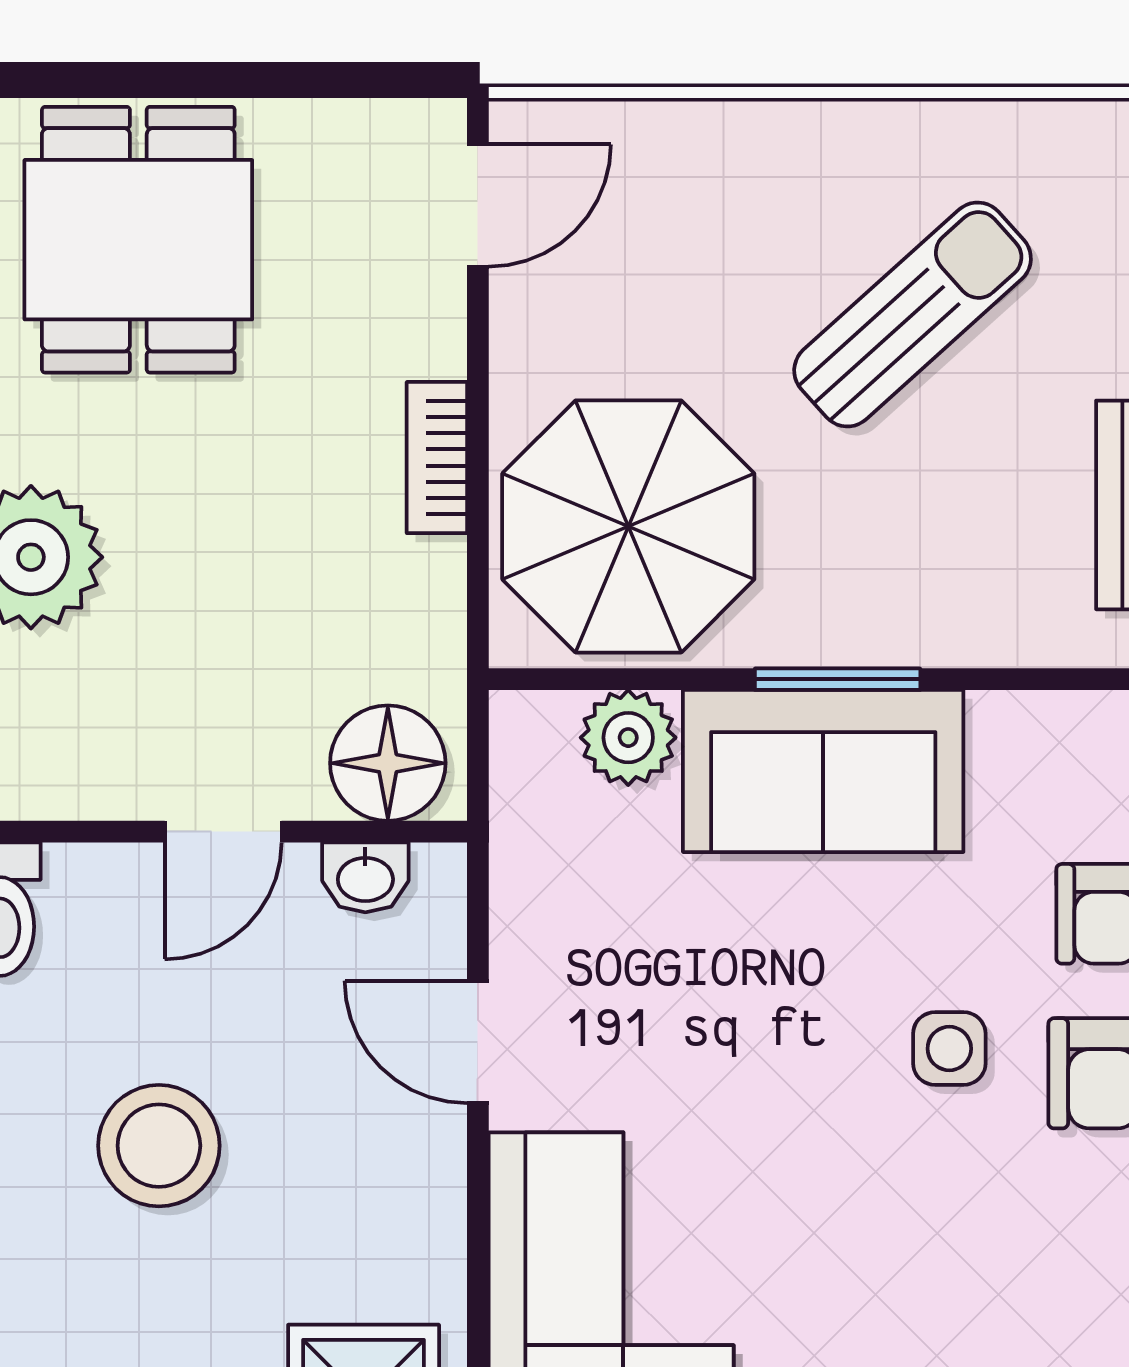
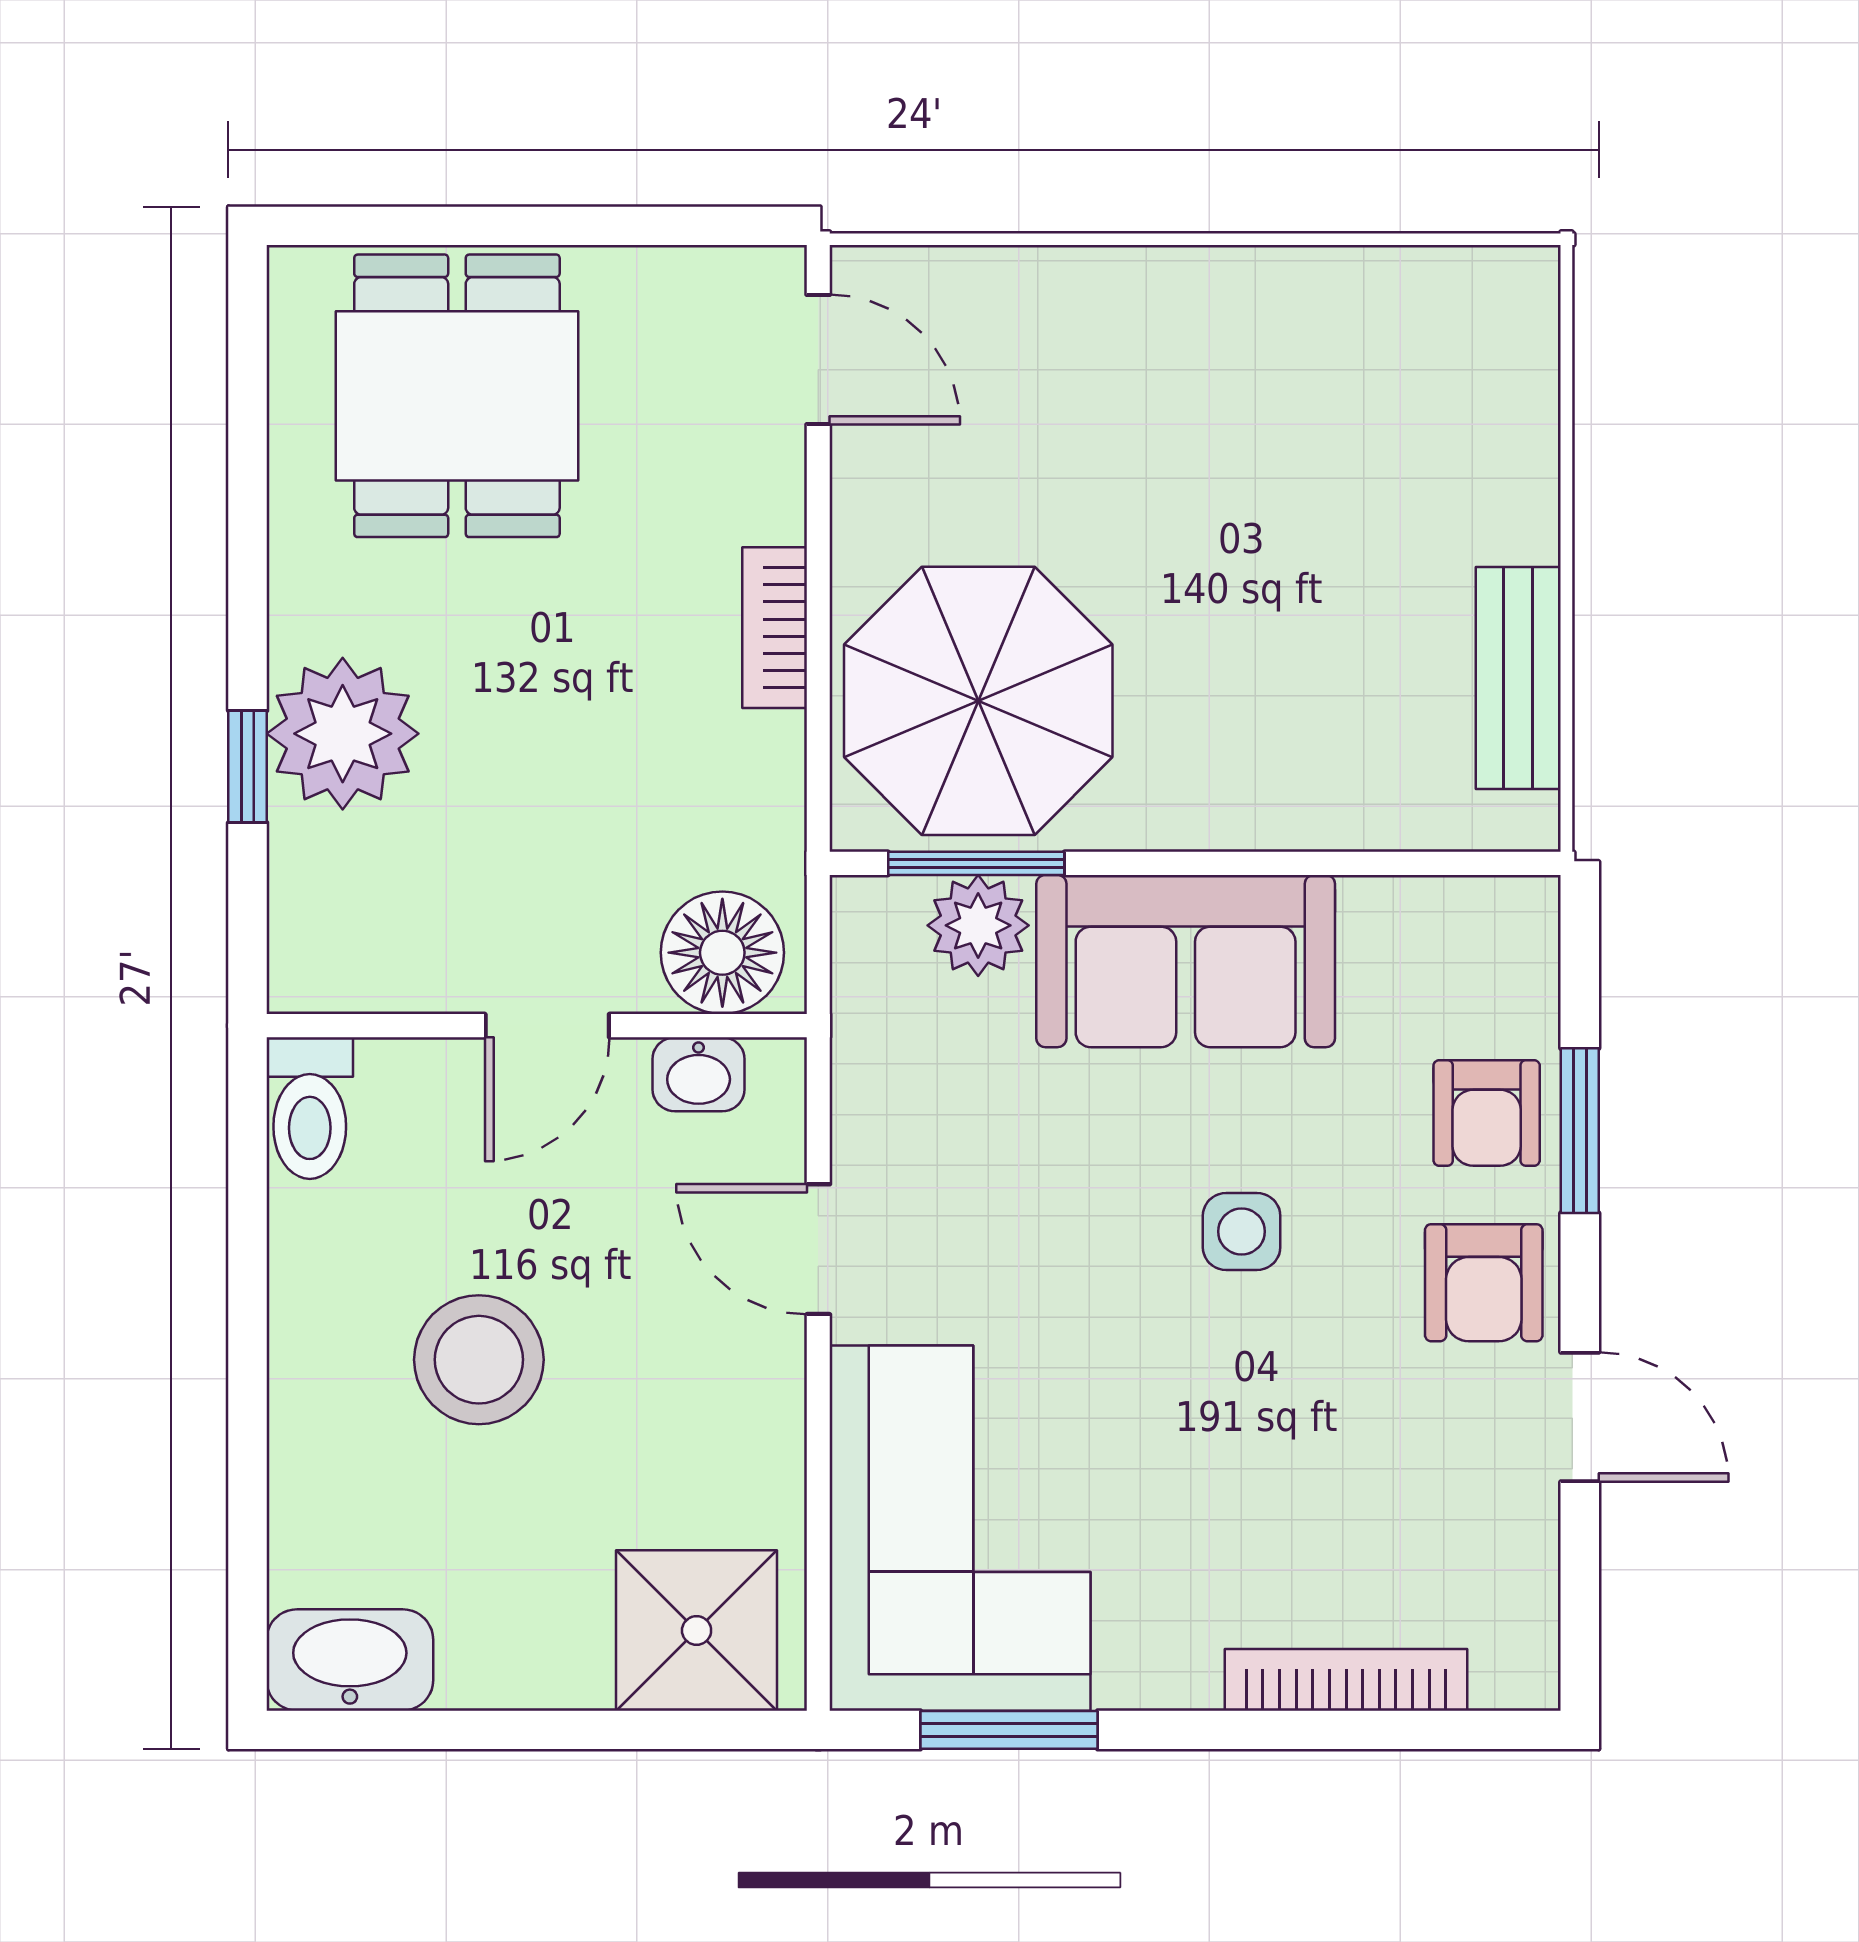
door: (478, 206) -> (818, 360), hinge flipped
sun lounger: (913, 314) -> (1281, 475), removed
window: (838, 679) -> (976, 863), moved
side table: (949, 1049) -> (1242, 1231), moved

